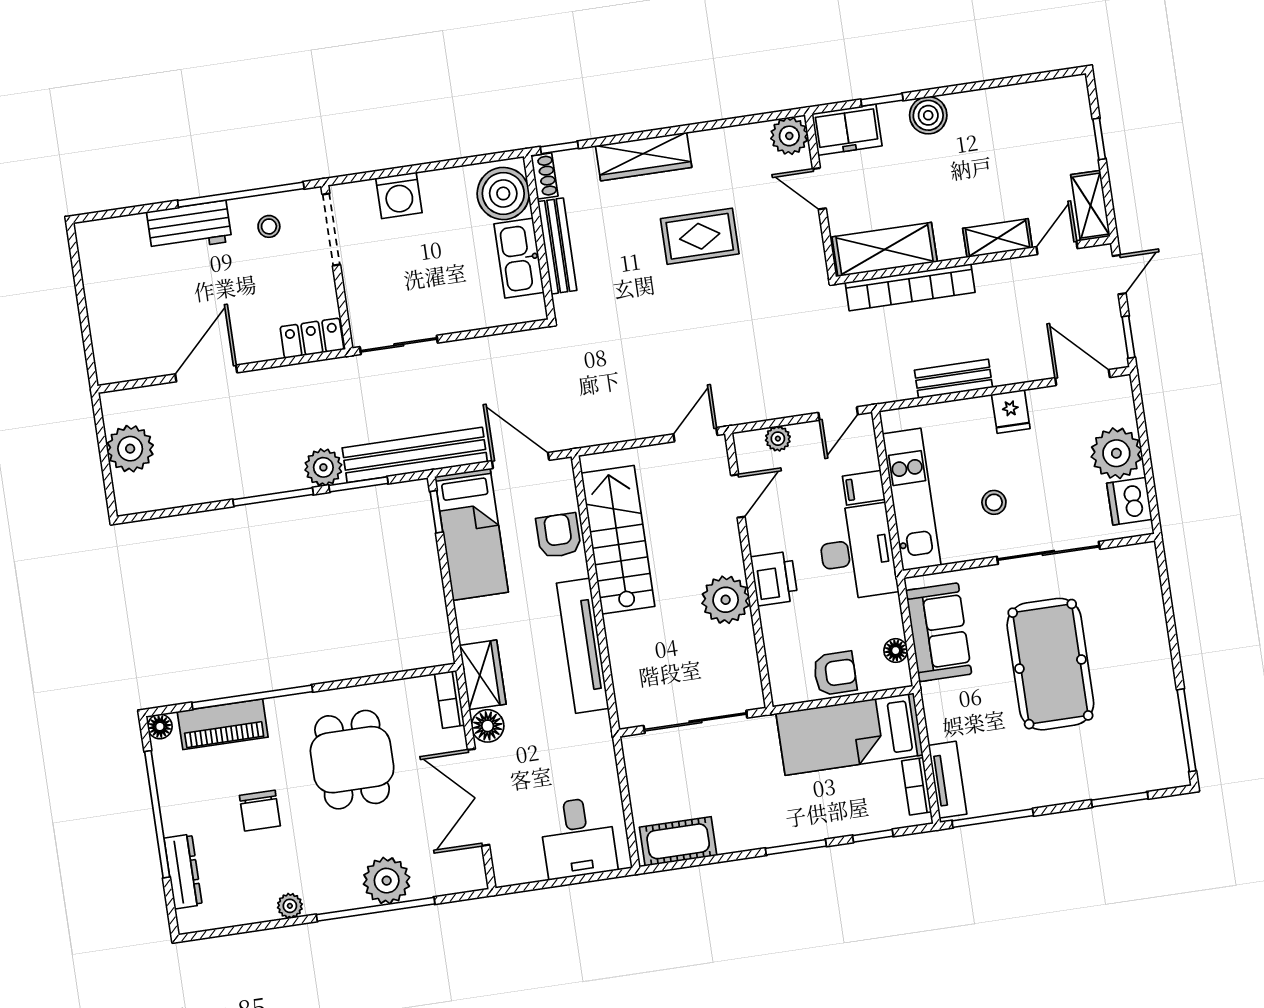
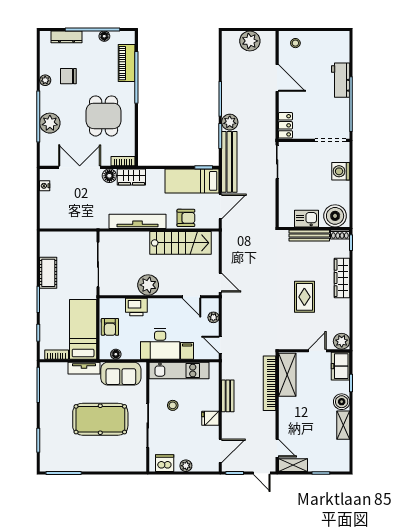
stool: (269, 226) -> (295, 43), moved
shelving: (998, 238) -> (343, 425), moved
kitchen sink: (519, 258) -> (307, 219), width x0.73
plant: (1116, 453) -> (186, 466), width x0.53, depth x0.53
printer: (774, 578) -> (136, 307), moved
floor lamp: (160, 726) -> (104, 36), moved
dining table: (352, 760) -> (104, 116), turned 90
tv unit: (948, 780) -> (84, 368), moved
chair: (260, 811) -> (68, 76), moved
desk: (578, 838) -> (56, 207), removed
cot: (678, 841) -> (48, 273), moved
nightstand: (533, 871) -> (45, 186), added

